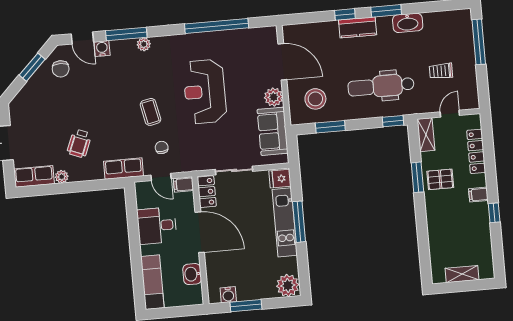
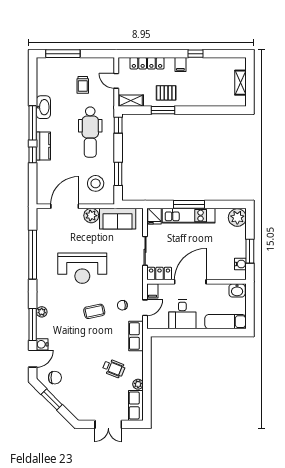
window: (386, 11) -> (33, 123), width x1.44
pallet: (440, 179) -> (166, 93), turned 90
washbasin: (192, 274) -> (237, 290), moved

